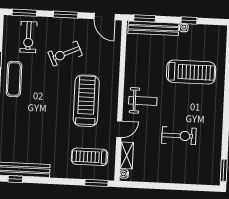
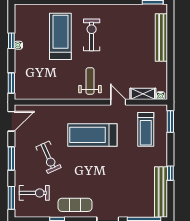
bench: (153, 28) -> (161, 38), moved
exercise bike: (179, 136) -> (92, 35), moved
window: (15, 179) -> (170, 173), moved

